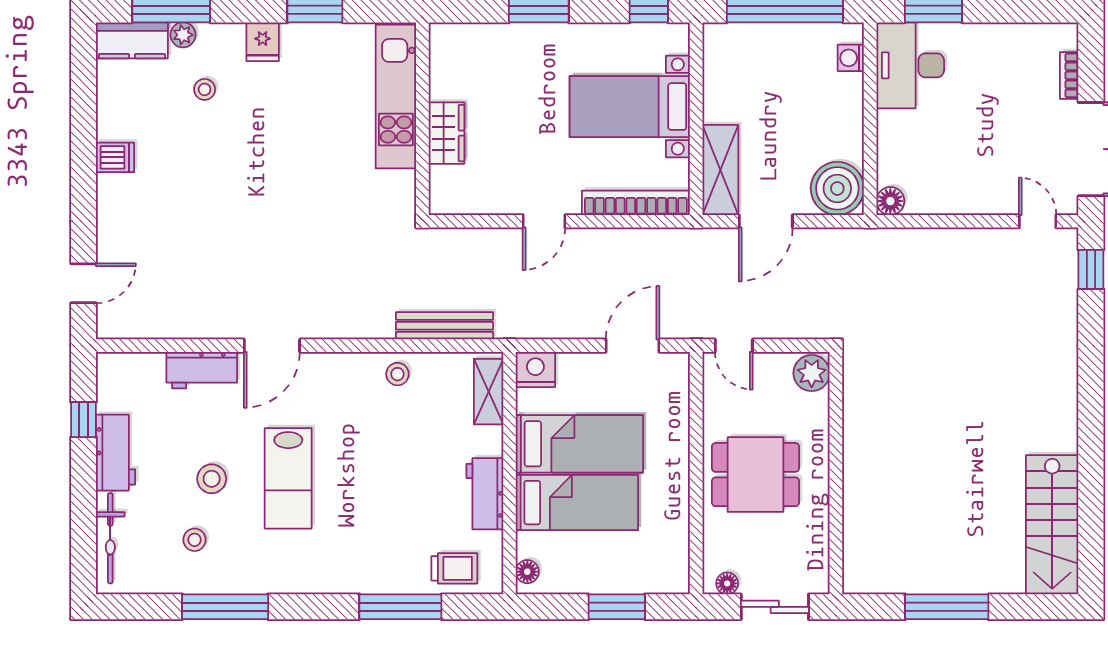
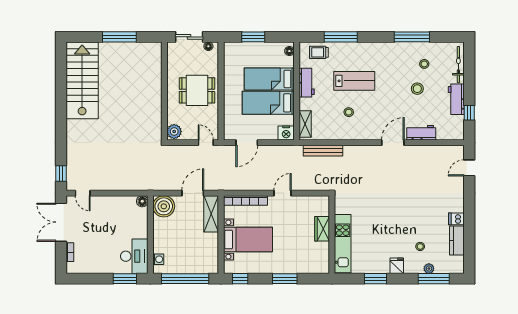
kitchen counter: (132, 40) -> (457, 241), moved, turned -90
stool: (397, 374) -> (349, 112), moved
lab bench: (288, 478) -> (354, 81), moved, turned 90
stairs: (1052, 525) -> (82, 80), width x1.36, depth x1.51

